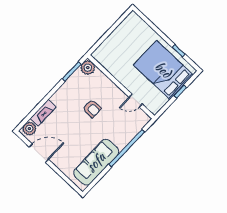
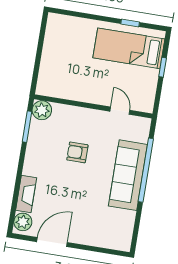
bed: (163, 70) -> (129, 48), width x0.67
door: (136, 101) -> (120, 111), swing flipped
armchair: (92, 109) -> (77, 152), turned 180
sofa: (96, 162) -> (128, 175), moved

